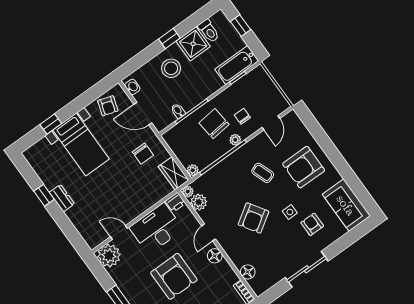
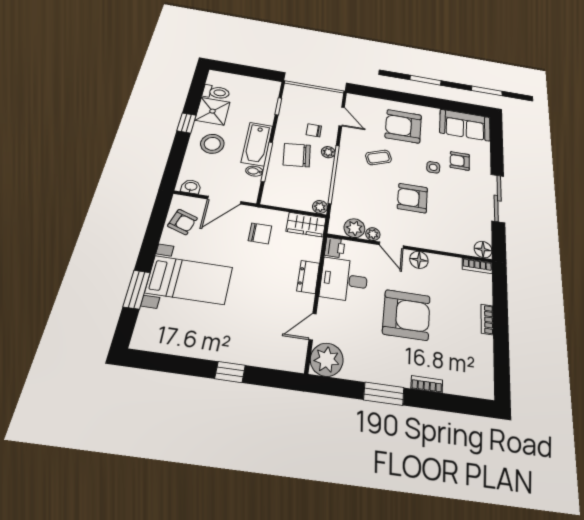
window: (241, 26) -> (239, 70), removed
bathtub: (237, 65) -> (257, 144), moved
window: (51, 124) -> (137, 289), width x1.50
armchair: (304, 167) -> (403, 126), turned 90
plant: (188, 192) -> (373, 234), moved
window: (44, 195) -> (230, 372), moved
dresser: (62, 198) -> (308, 277), moved, turned -90
armchair: (254, 218) -> (412, 198), turned 123
desk: (156, 228) -> (344, 280), width x0.73
floor lamp: (248, 272) -> (483, 249), moved

